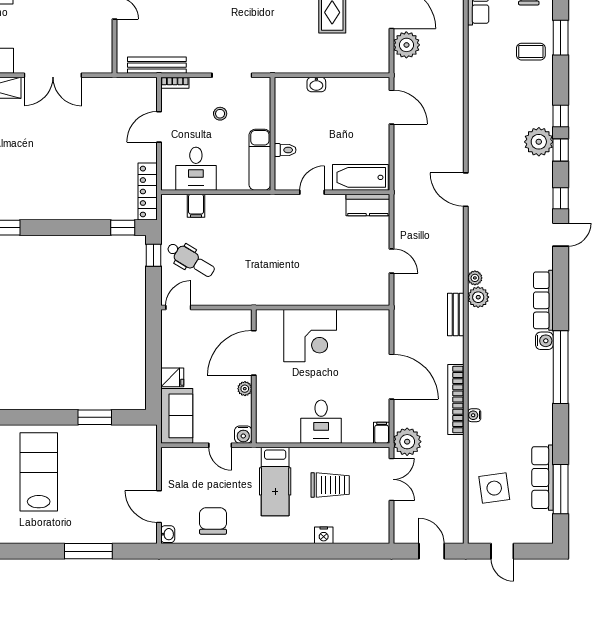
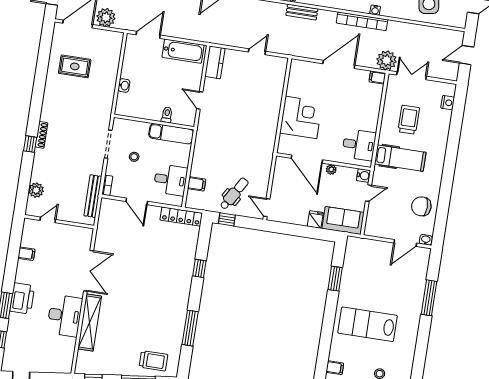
bathtub: (360, 177) -> (183, 51), moved, turned -90
window: (123, 228) -> (199, 268), moved
desk: (321, 422) -> (359, 145), moved
nightstand: (324, 535) -> (448, 103), moved

